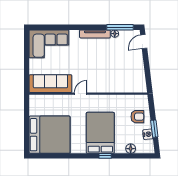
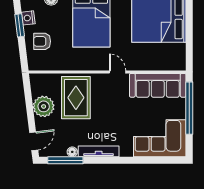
window: (27, 66) -> (189, 108), added
plant: (136, 68) -> (44, 106), added
rug: (112, 74) -> (76, 98), added
door: (81, 94) -> (118, 72), swing flipped

